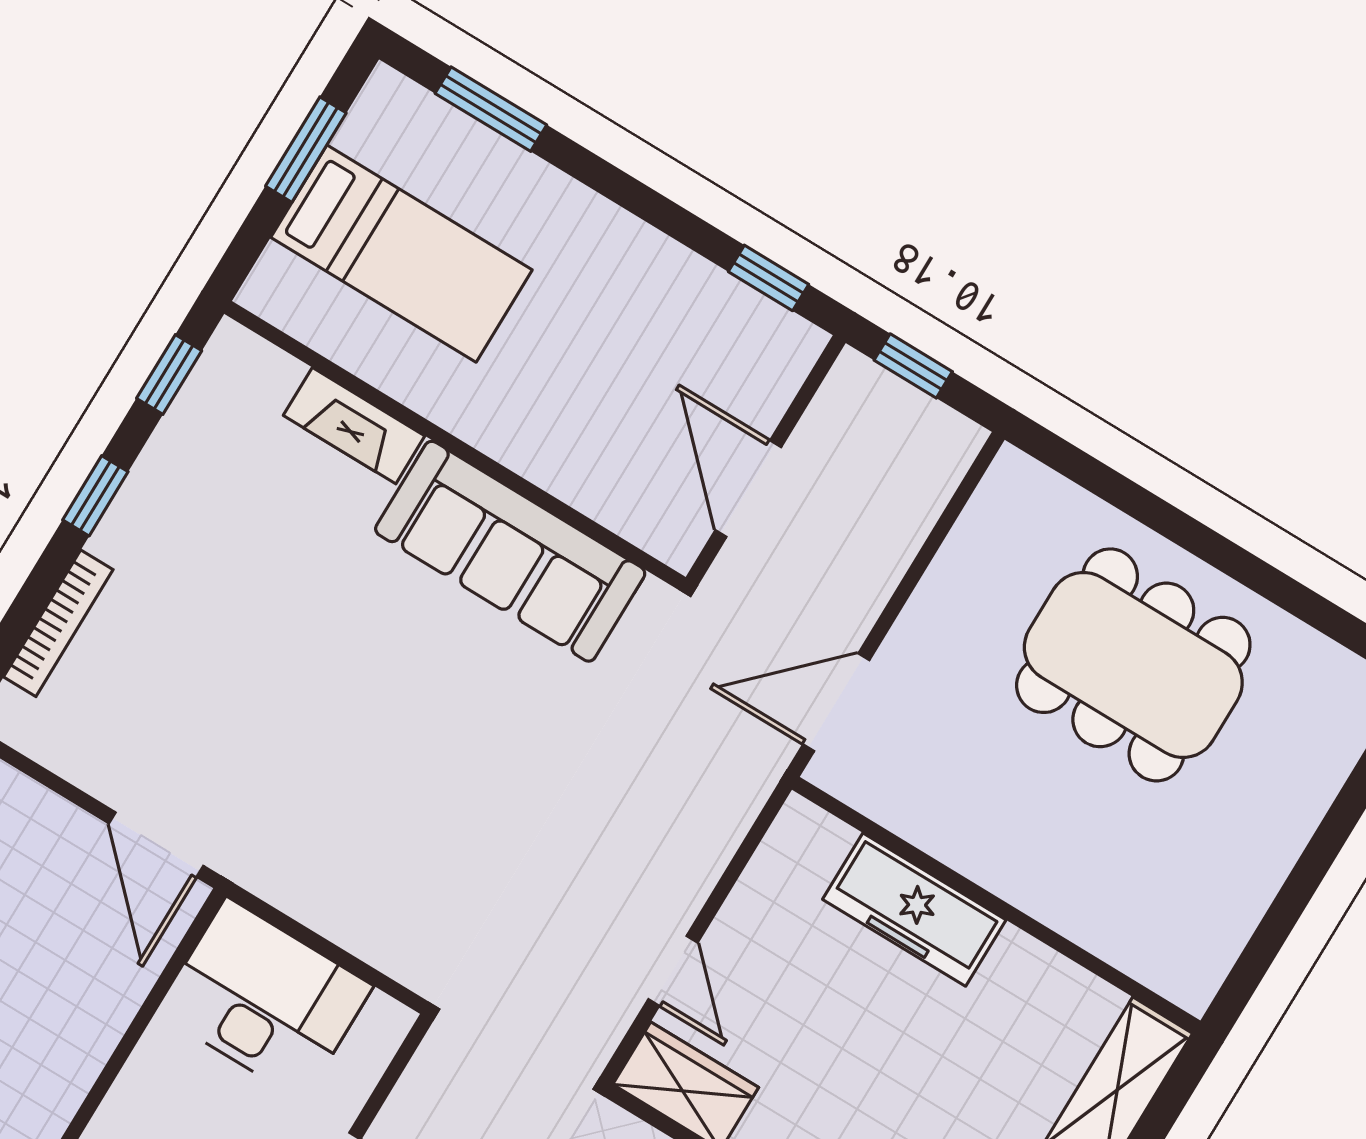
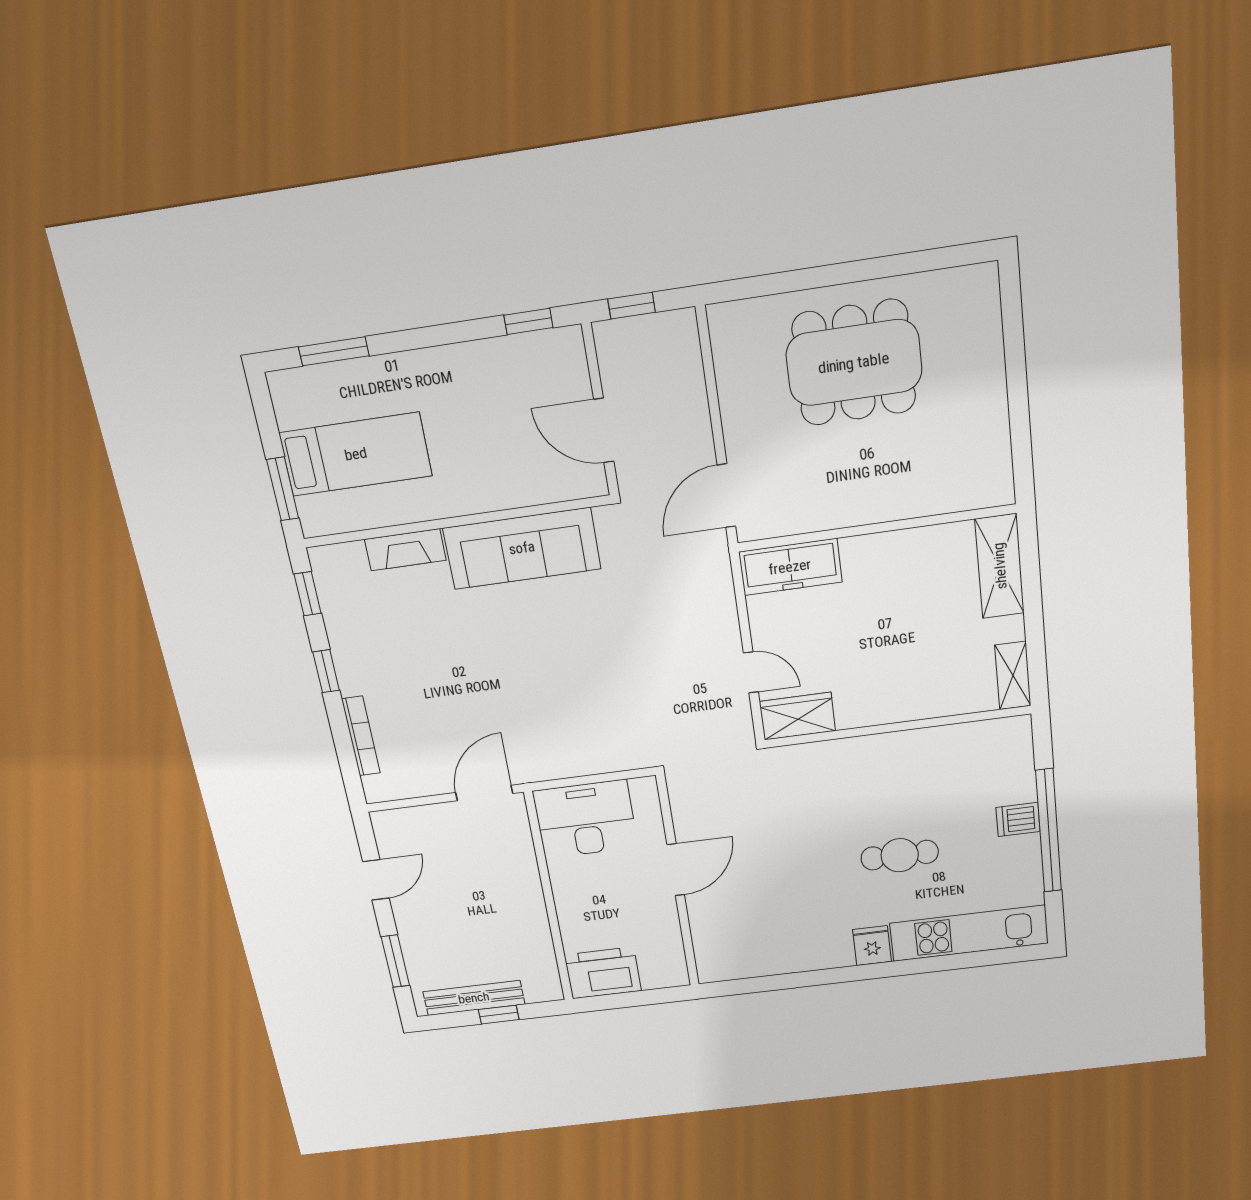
window: (306, 150) -> (283, 489), moved
door: (156, 845) -> (484, 793), swing flipped
freezer: (914, 910) -> (790, 567), moved

